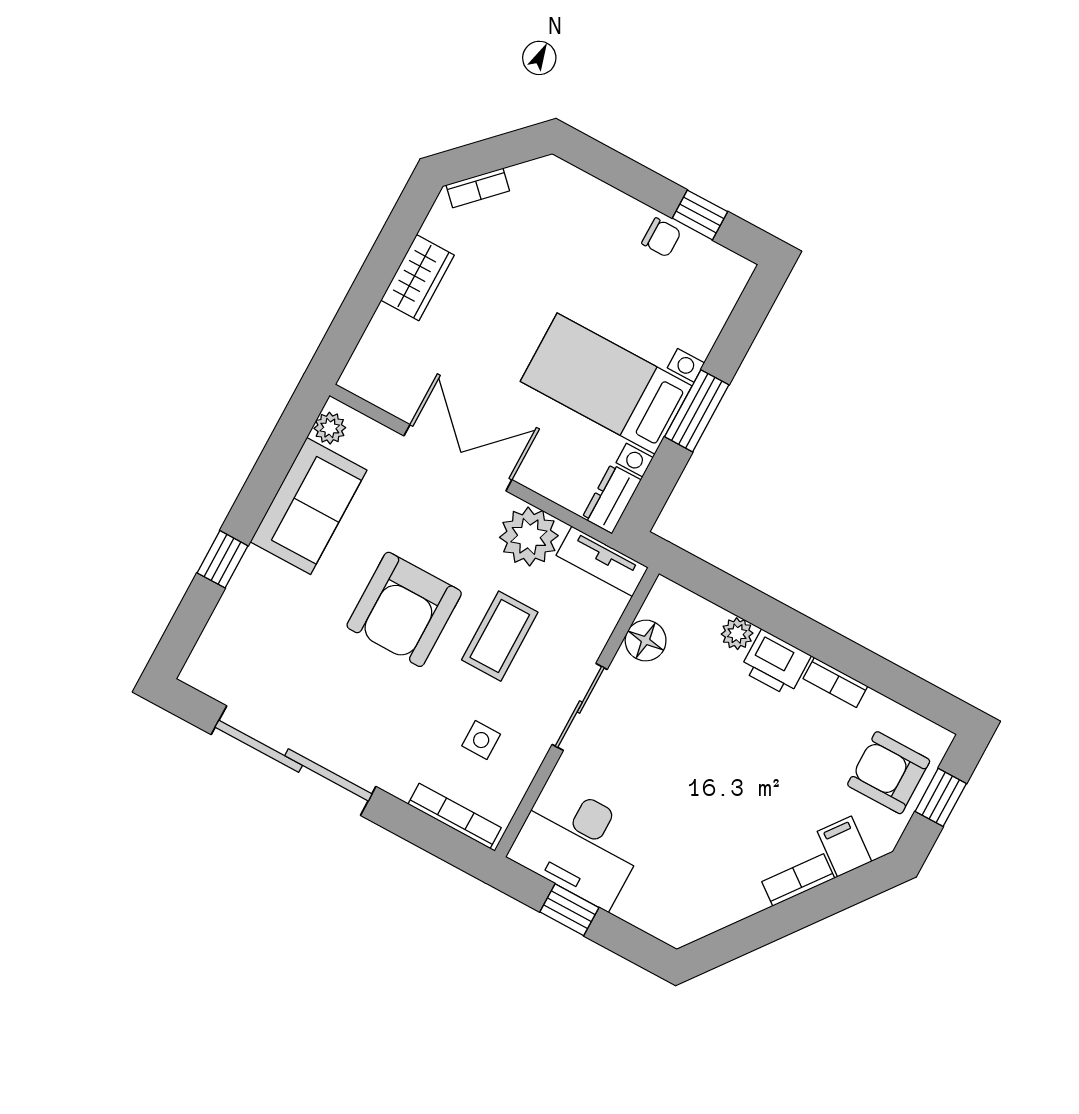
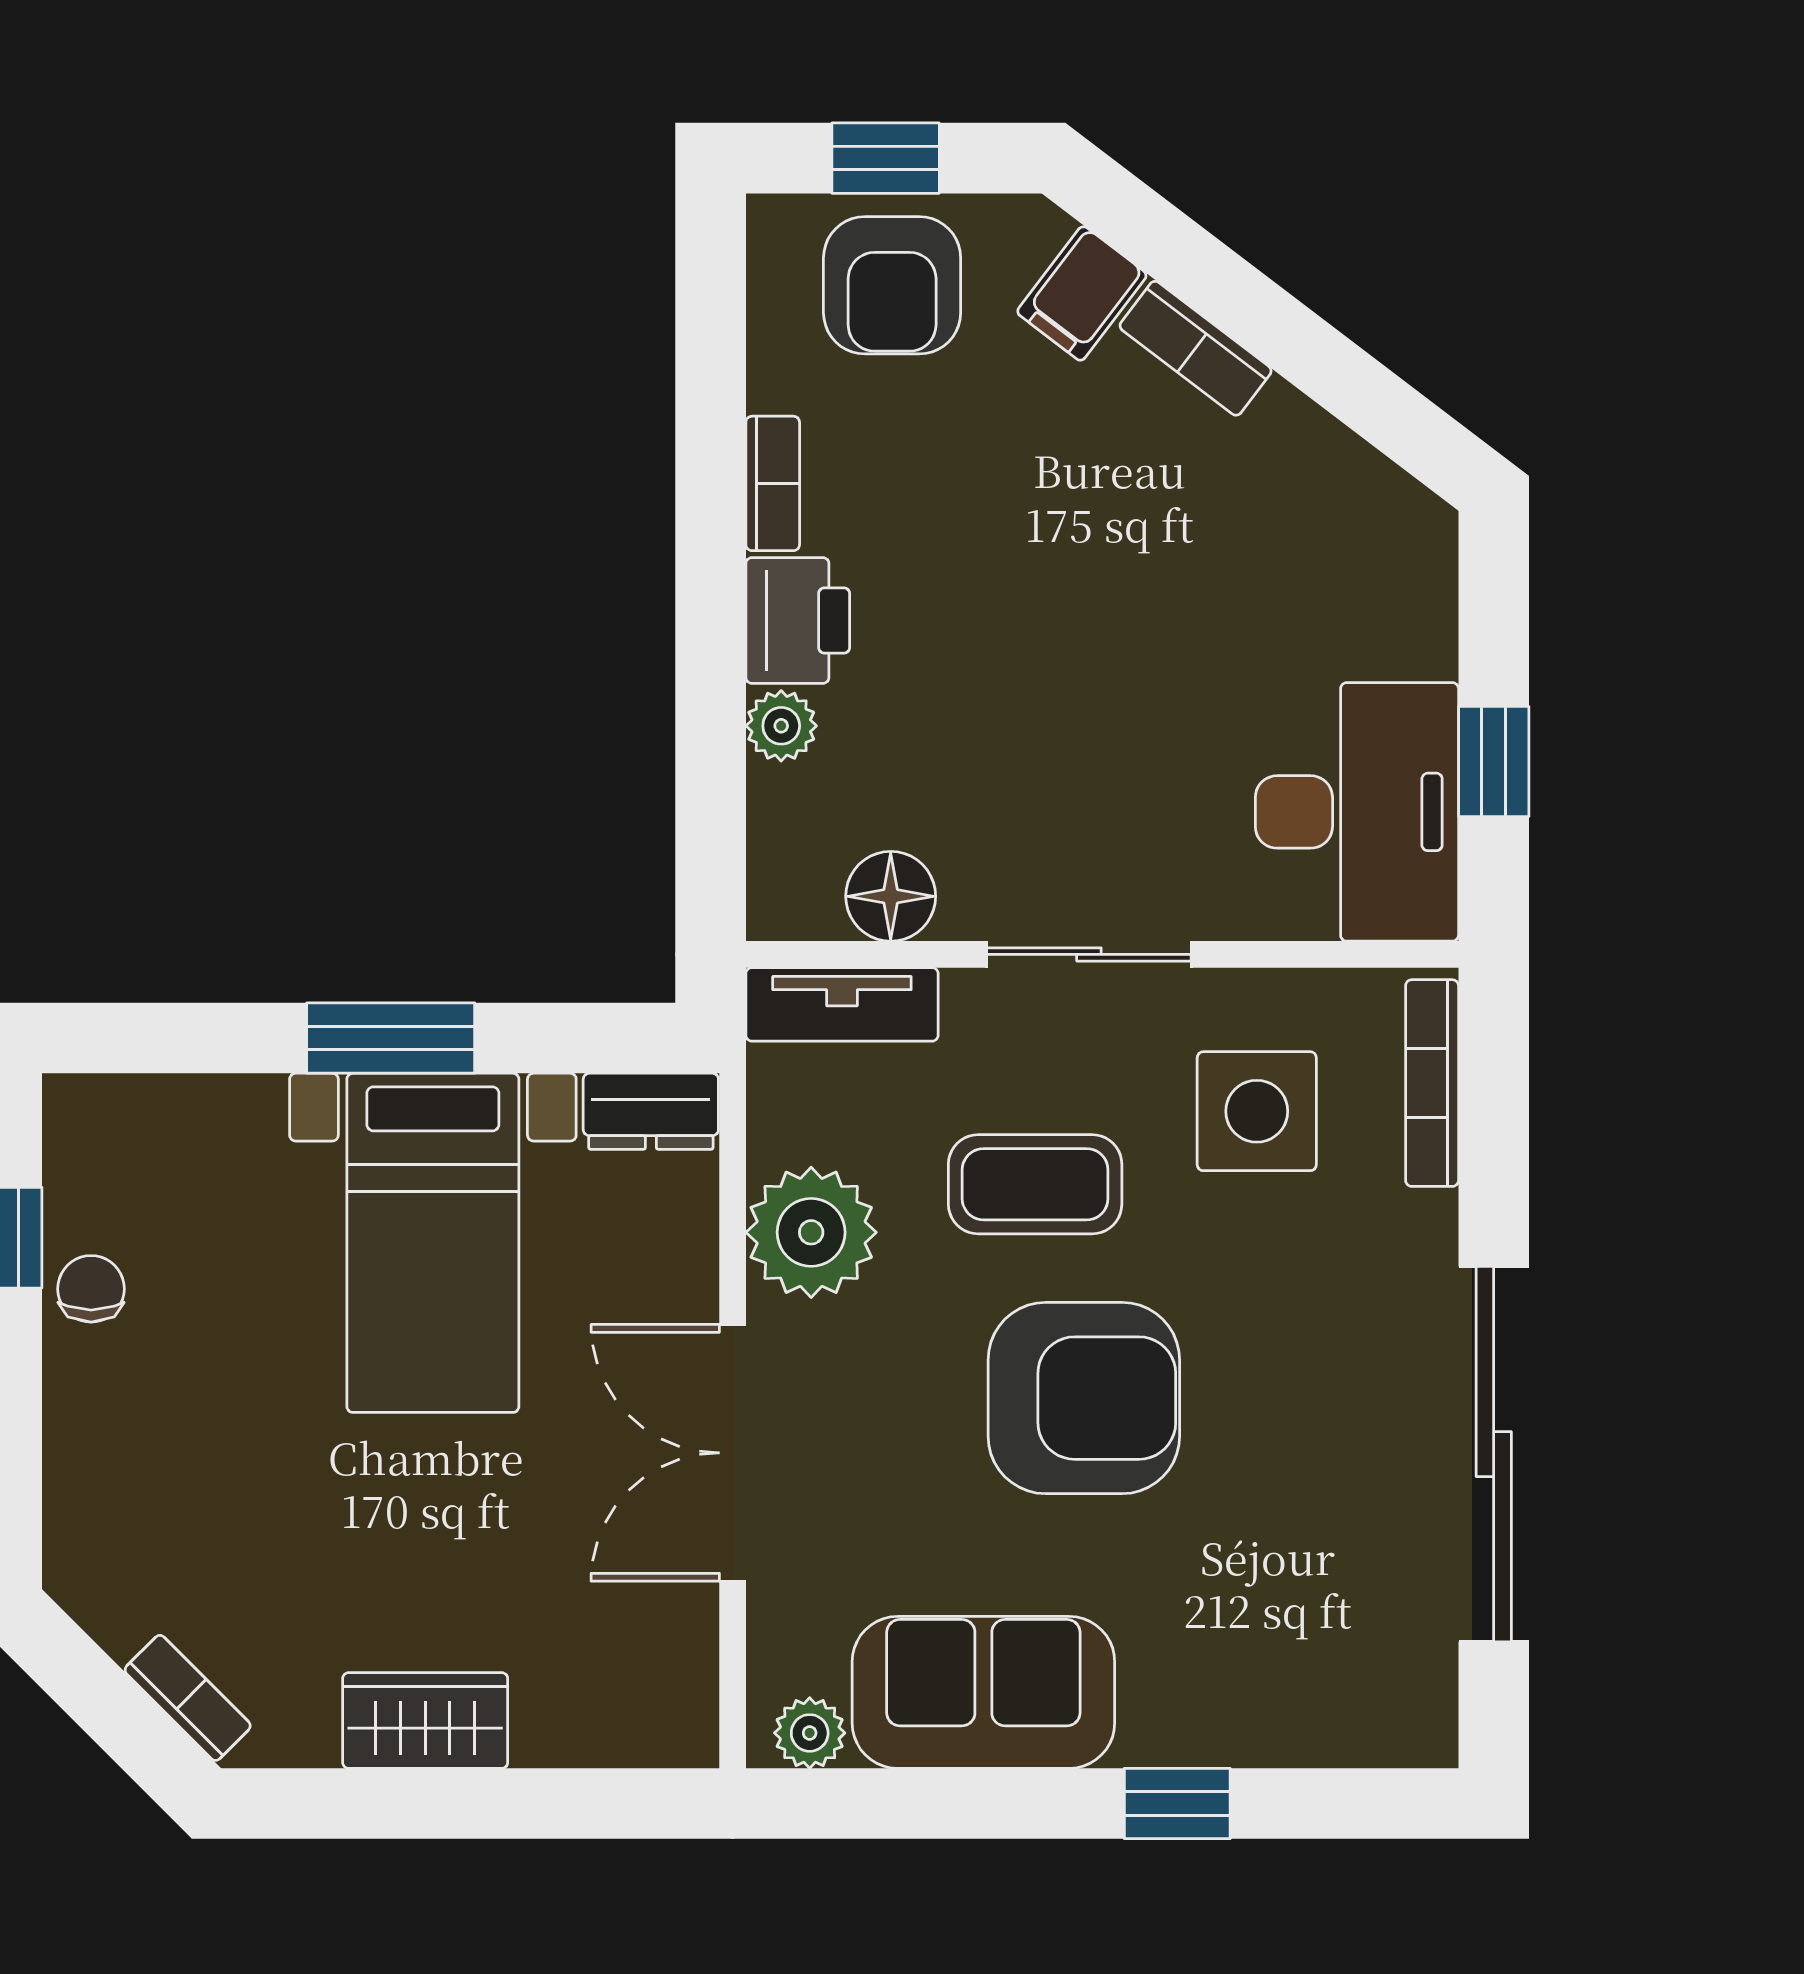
tv unit: (602, 561) -> (842, 1004), moved, turned 90
side table: (481, 740) -> (1257, 1111), width x1.87, depth x1.87

